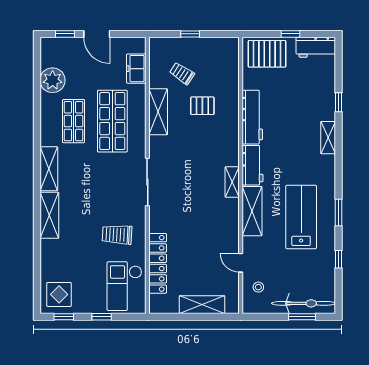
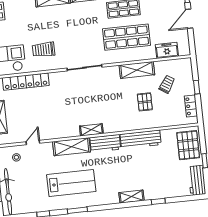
locker: (215, 44) -> (191, 106), added
trolley: (117, 235) -> (44, 50), turned -93

